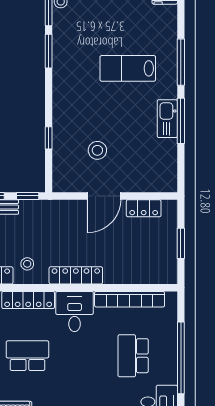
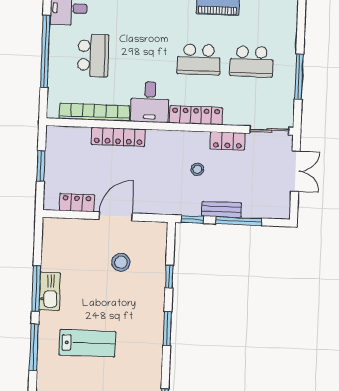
window: (49, 51) -> (167, 328), moved
stool: (27, 264) -> (197, 169), moved
locker: (76, 275) -> (118, 137), moved

